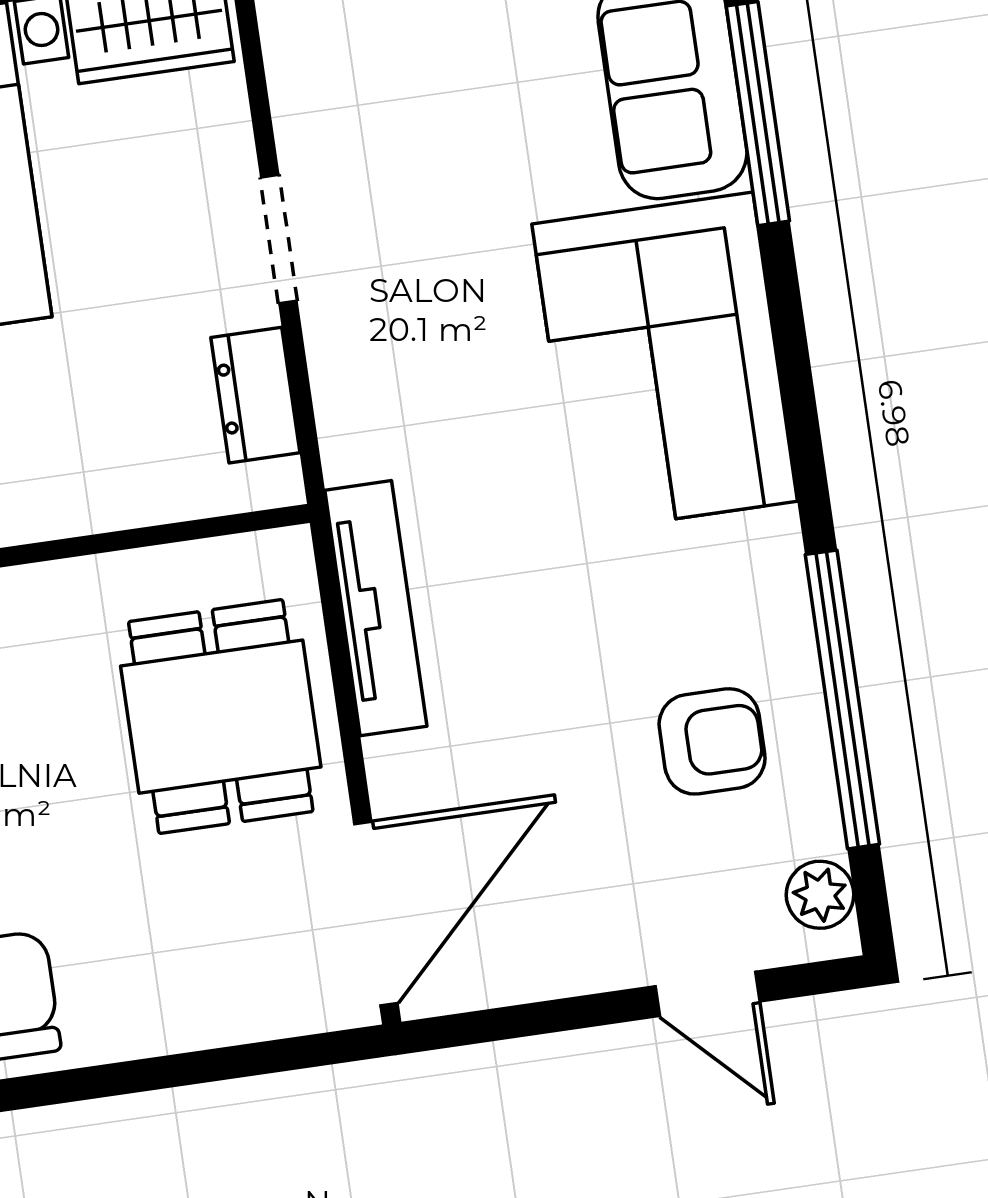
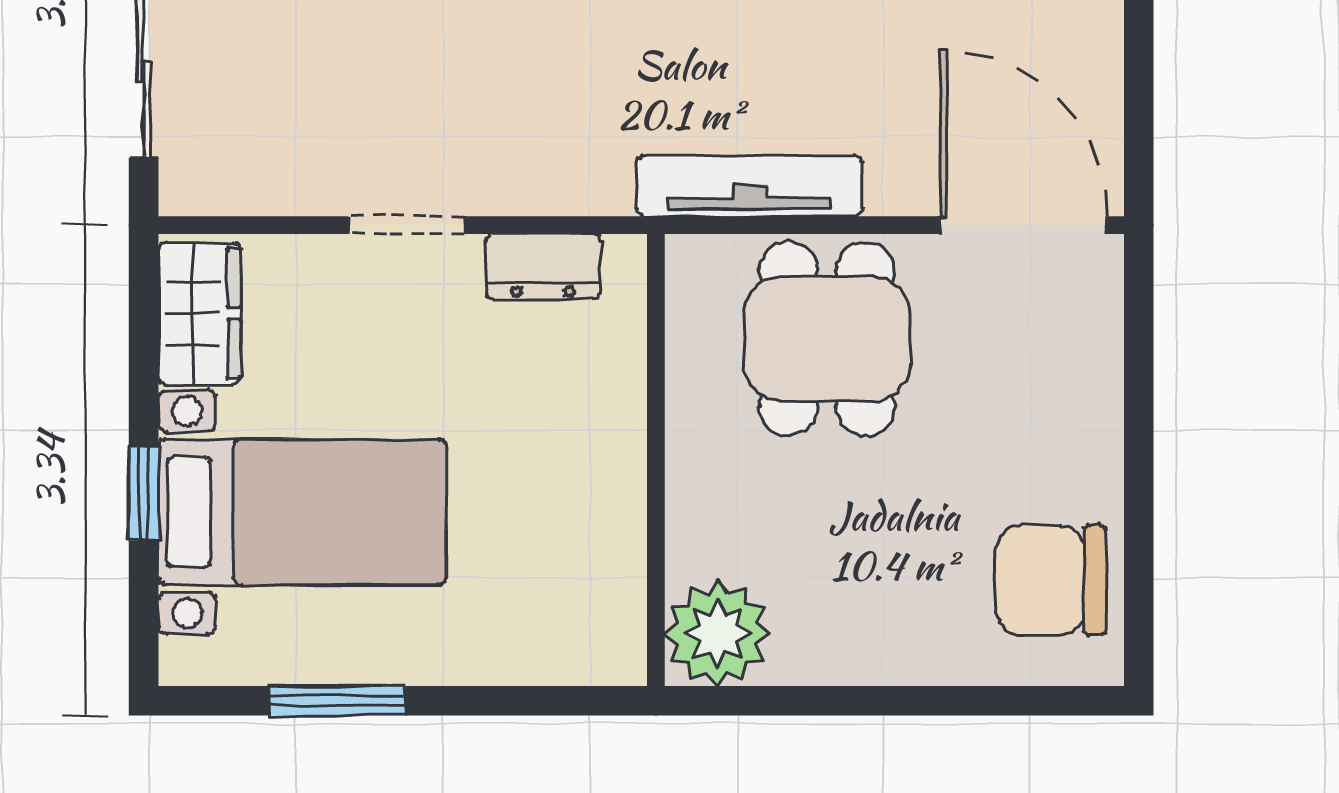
dining table: (221, 717) -> (827, 339), turned 90

